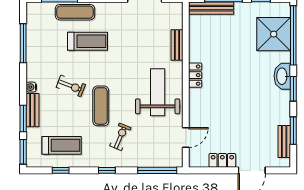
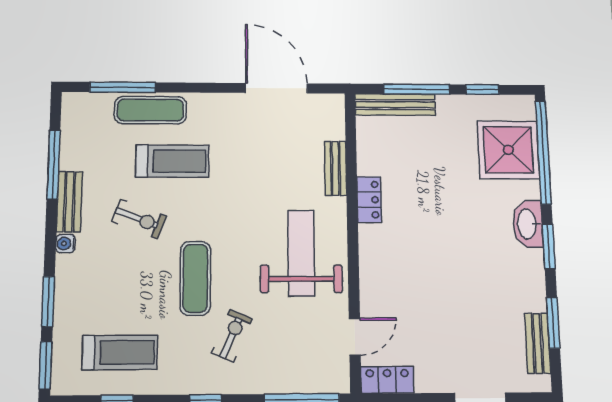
locker: (195, 75) -> (369, 200), moved
exercise bike: (71, 86) -> (139, 219), moved
bench: (32, 110) -> (69, 202), moved
locker: (222, 160) -> (387, 380), moved

